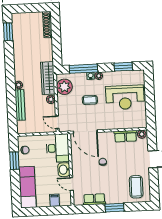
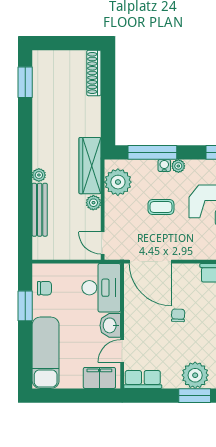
door: (72, 184) -> (122, 351), hinge flipped
plant: (114, 196) -> (195, 375), added
row of seats: (94, 199) -> (143, 379), moved
filing cabinet: (55, 200) -> (99, 378), width x2.00

